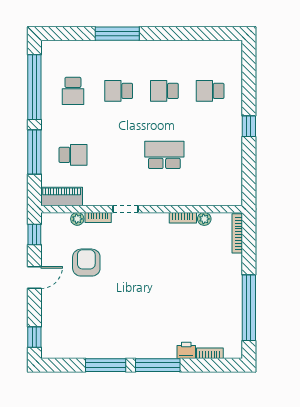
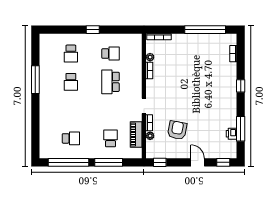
window: (117, 34) -> (35, 80), moved
school desk: (119, 91) -> (110, 54), moved, turned -90
piano: (62, 196) -> (136, 134), moved
armchair: (86, 263) -> (177, 130), turned 101
door: (34, 278) -> (198, 162), moved
printer: (186, 350) -> (231, 134), moved
window: (106, 365) -> (241, 129), moved
window: (158, 365) -> (241, 86), width x0.46

